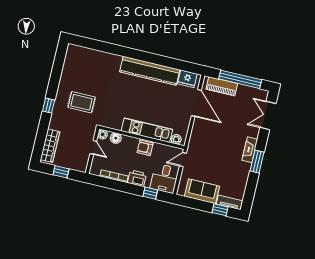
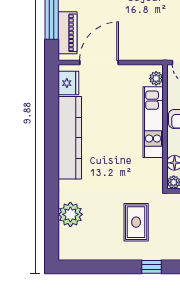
plant: (97, 59) -> (70, 214), added

